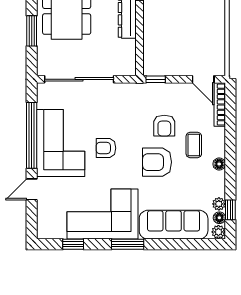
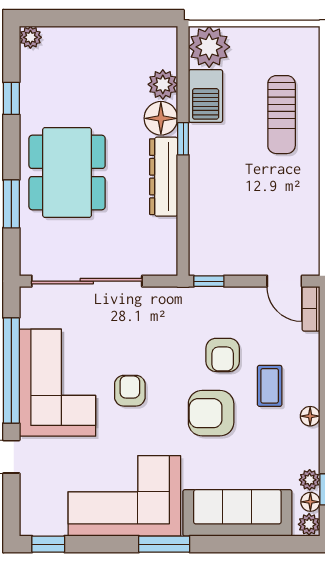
bookcase: (220, 105) -> (311, 309), width x0.64
armchair: (106, 148) -> (130, 391), turned 90
window: (73, 244) -> (48, 544), moved

